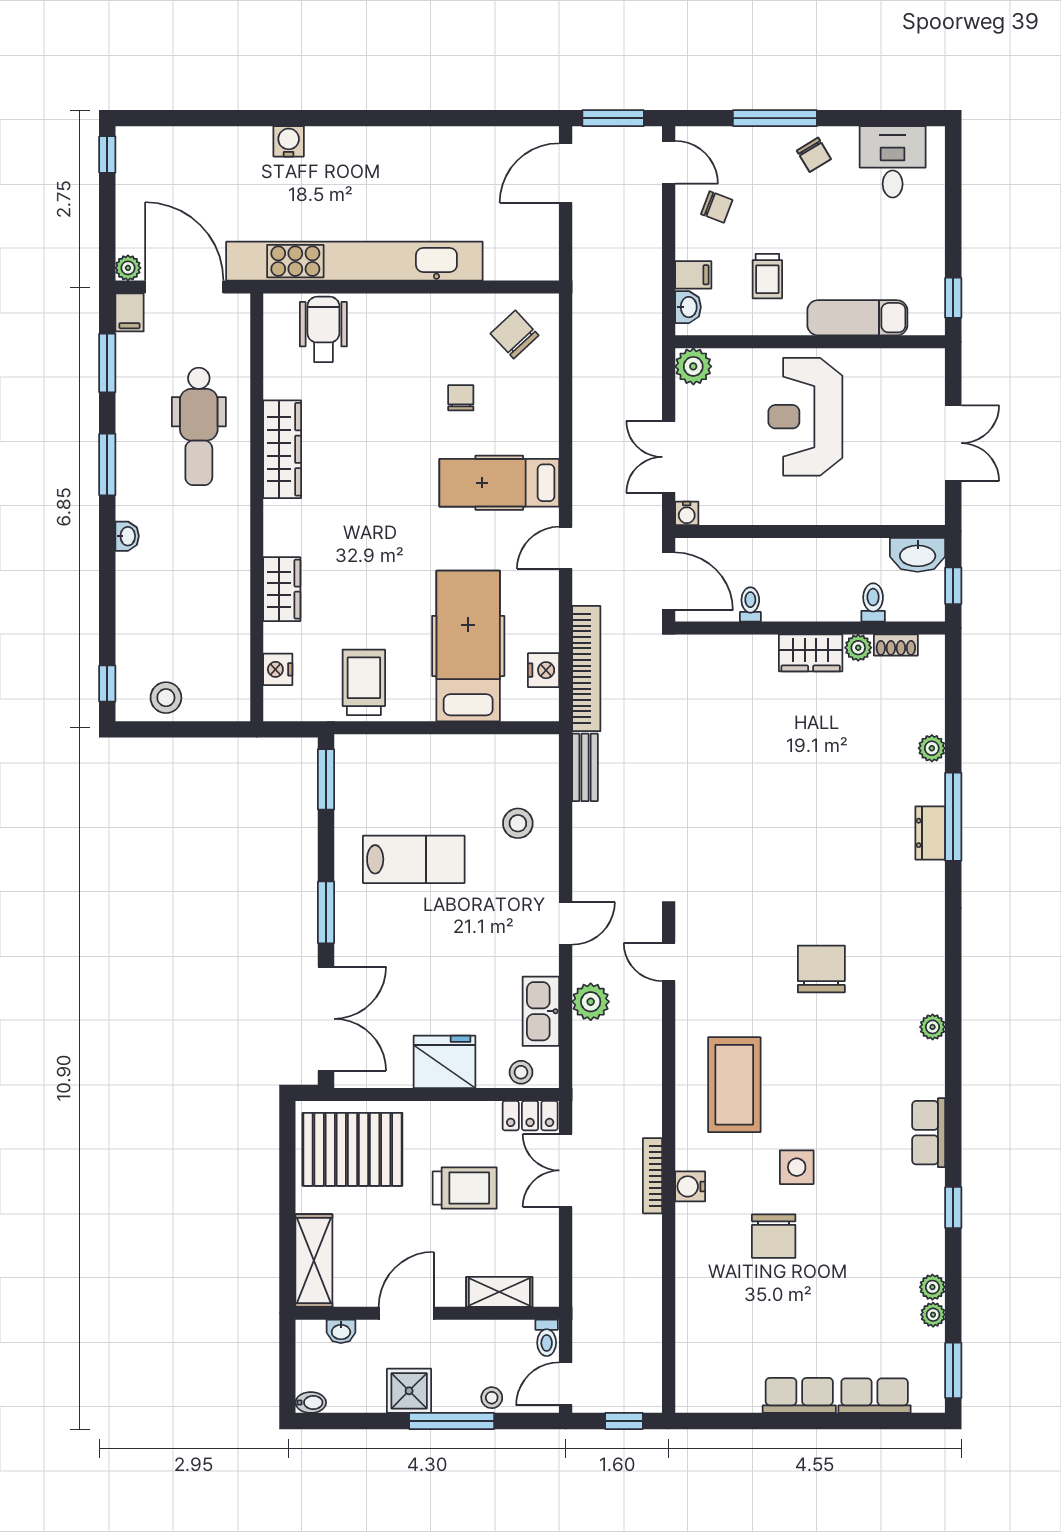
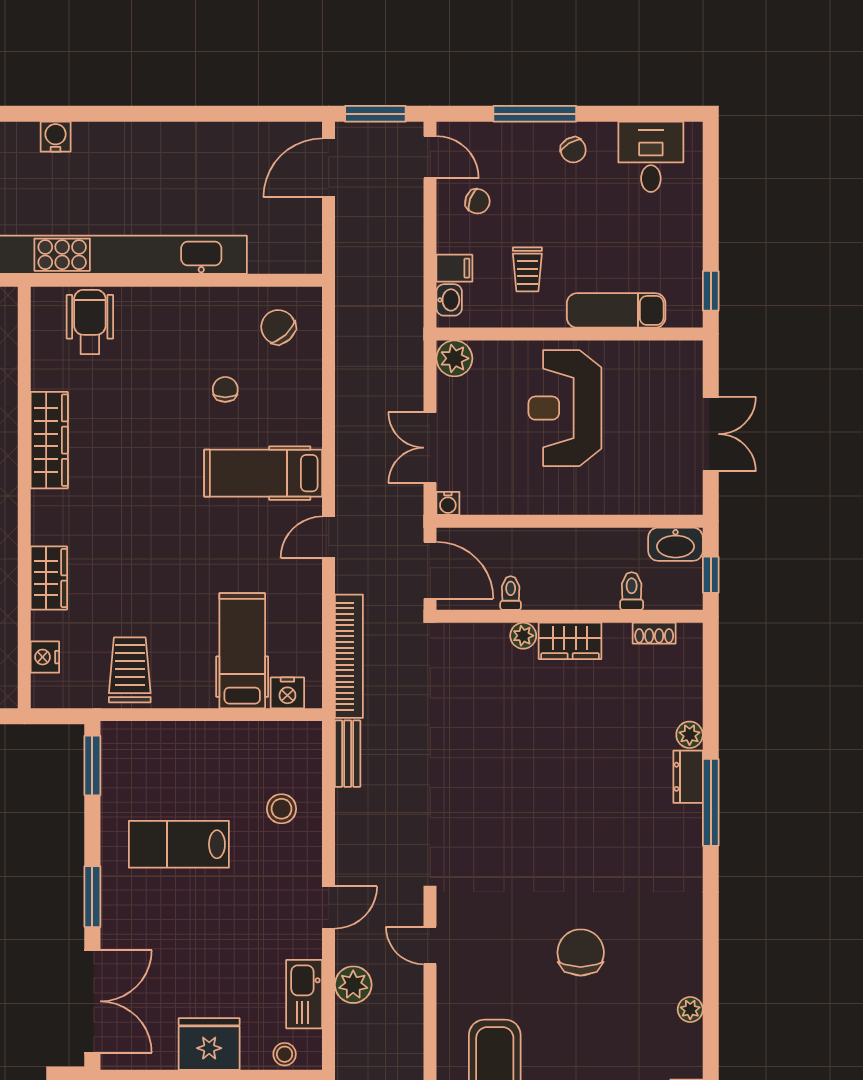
hospital bed: (468, 646) -> (242, 651), width x0.73, depth x0.78
plant: (858, 648) -> (523, 636), moved
nightstand: (544, 670) -> (287, 693), moved, turned 90
dresser: (930, 833) -> (688, 777), moved
lab bench: (414, 859) -> (179, 844), turned 180

